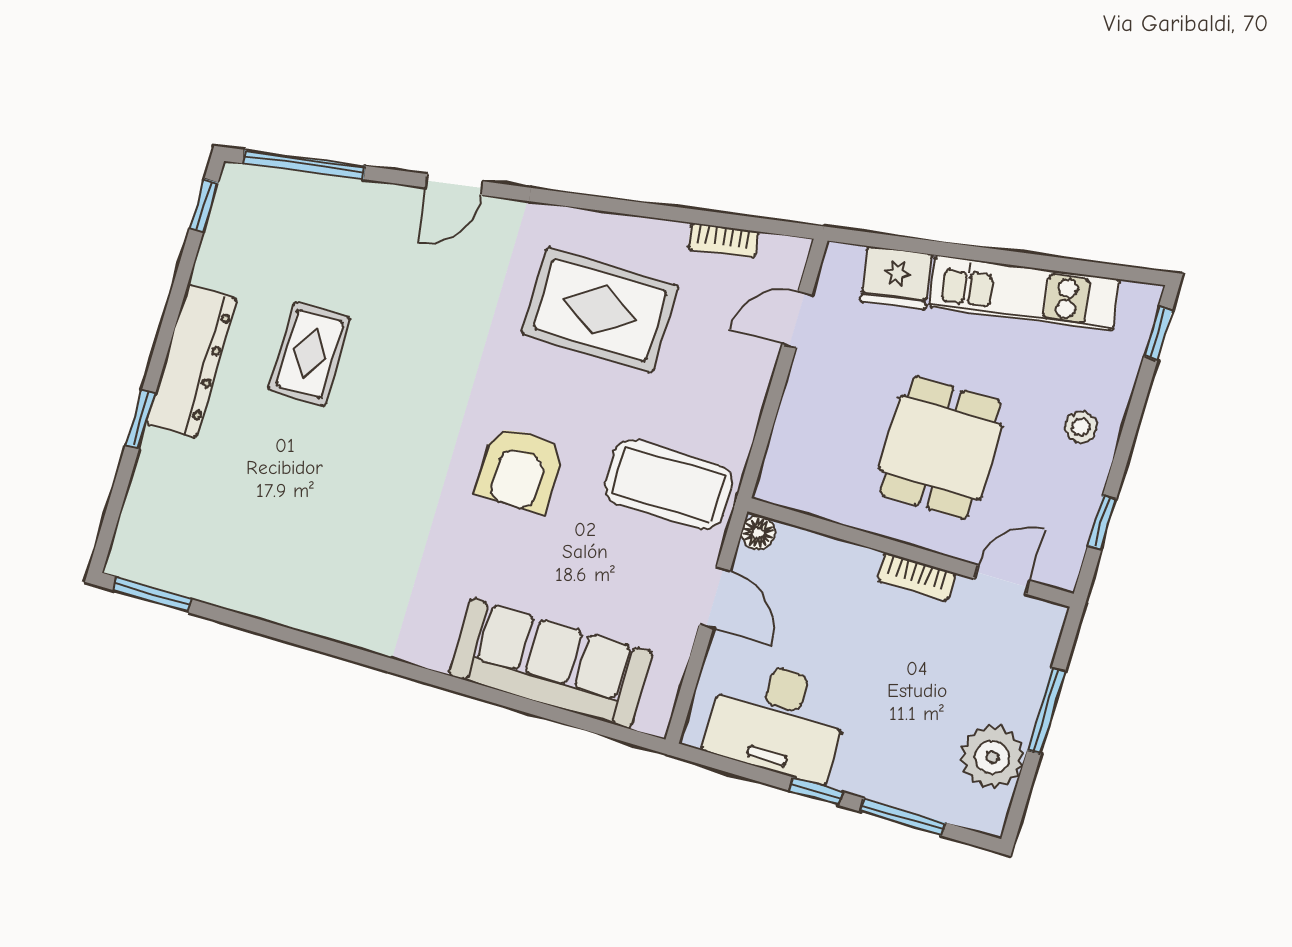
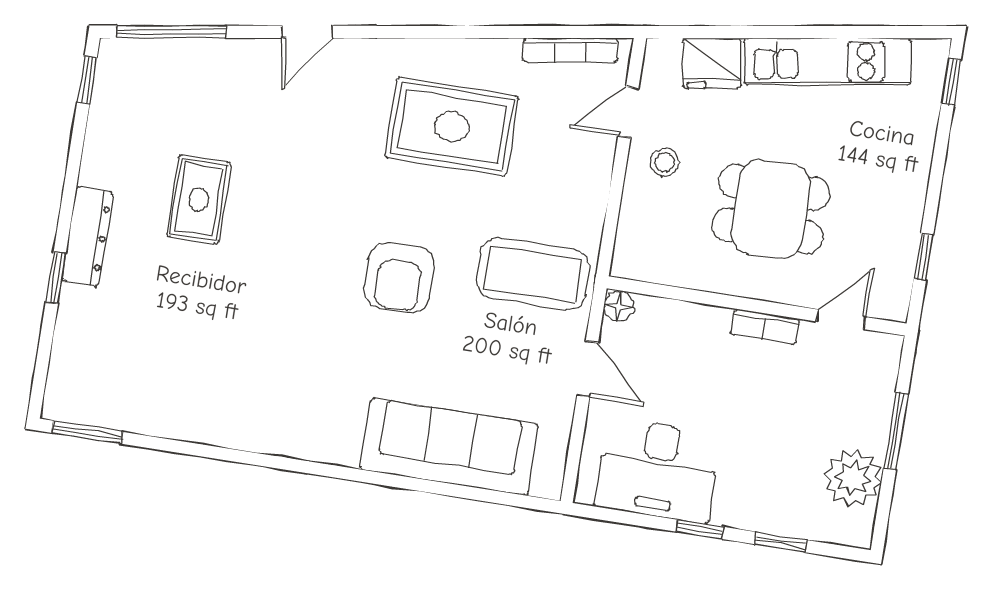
bookcase: (723, 240) -> (570, 50), width x1.56
dresser: (192, 361) -> (87, 237), width x0.73, depth x0.80
stool: (1081, 427) -> (665, 162), moved
dining table: (940, 448) -> (771, 209), turned 90
window: (903, 817) -> (781, 542), width x0.67

